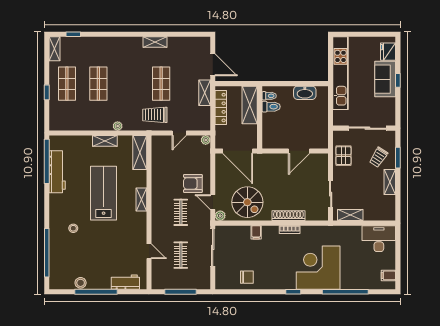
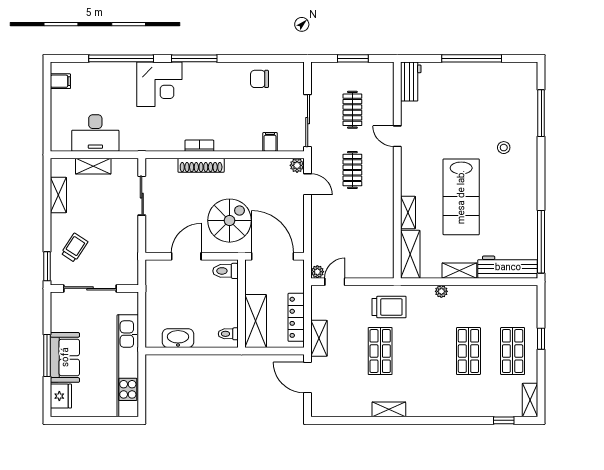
window: (398, 80) -> (47, 356), width x2.17
toilet: (271, 107) -> (225, 271), moved
door: (179, 133) -> (335, 282), moved
pallet: (343, 156) -> (124, 250), removed
window: (398, 158) -> (47, 266), moved
workbench: (57, 172) -> (508, 267), moved, turned 90
shelving: (390, 182) -> (58, 195), moved
armchair: (193, 184) -> (335, 211), removed
shelving: (141, 200) -> (408, 212), moved
spiral stairs: (247, 202) -> (229, 221), moved, turned 90
shelving: (350, 215) -> (93, 166), moved
filing cabinet: (256, 232) -> (270, 142), moved
desk: (379, 239) -> (95, 133), moved
door: (149, 251) -> (397, 136), moved
window: (47, 253) -> (541, 113), width x0.68
corner desk: (318, 268) -> (159, 84), width x0.74, depth x0.74
workbench: (125, 282) -> (411, 81), moved, turned -90
stool: (81, 283) -> (493, 71), removed
window: (181, 292) -> (353, 58), width x0.69
window: (293, 292) -> (194, 58), width x2.17

